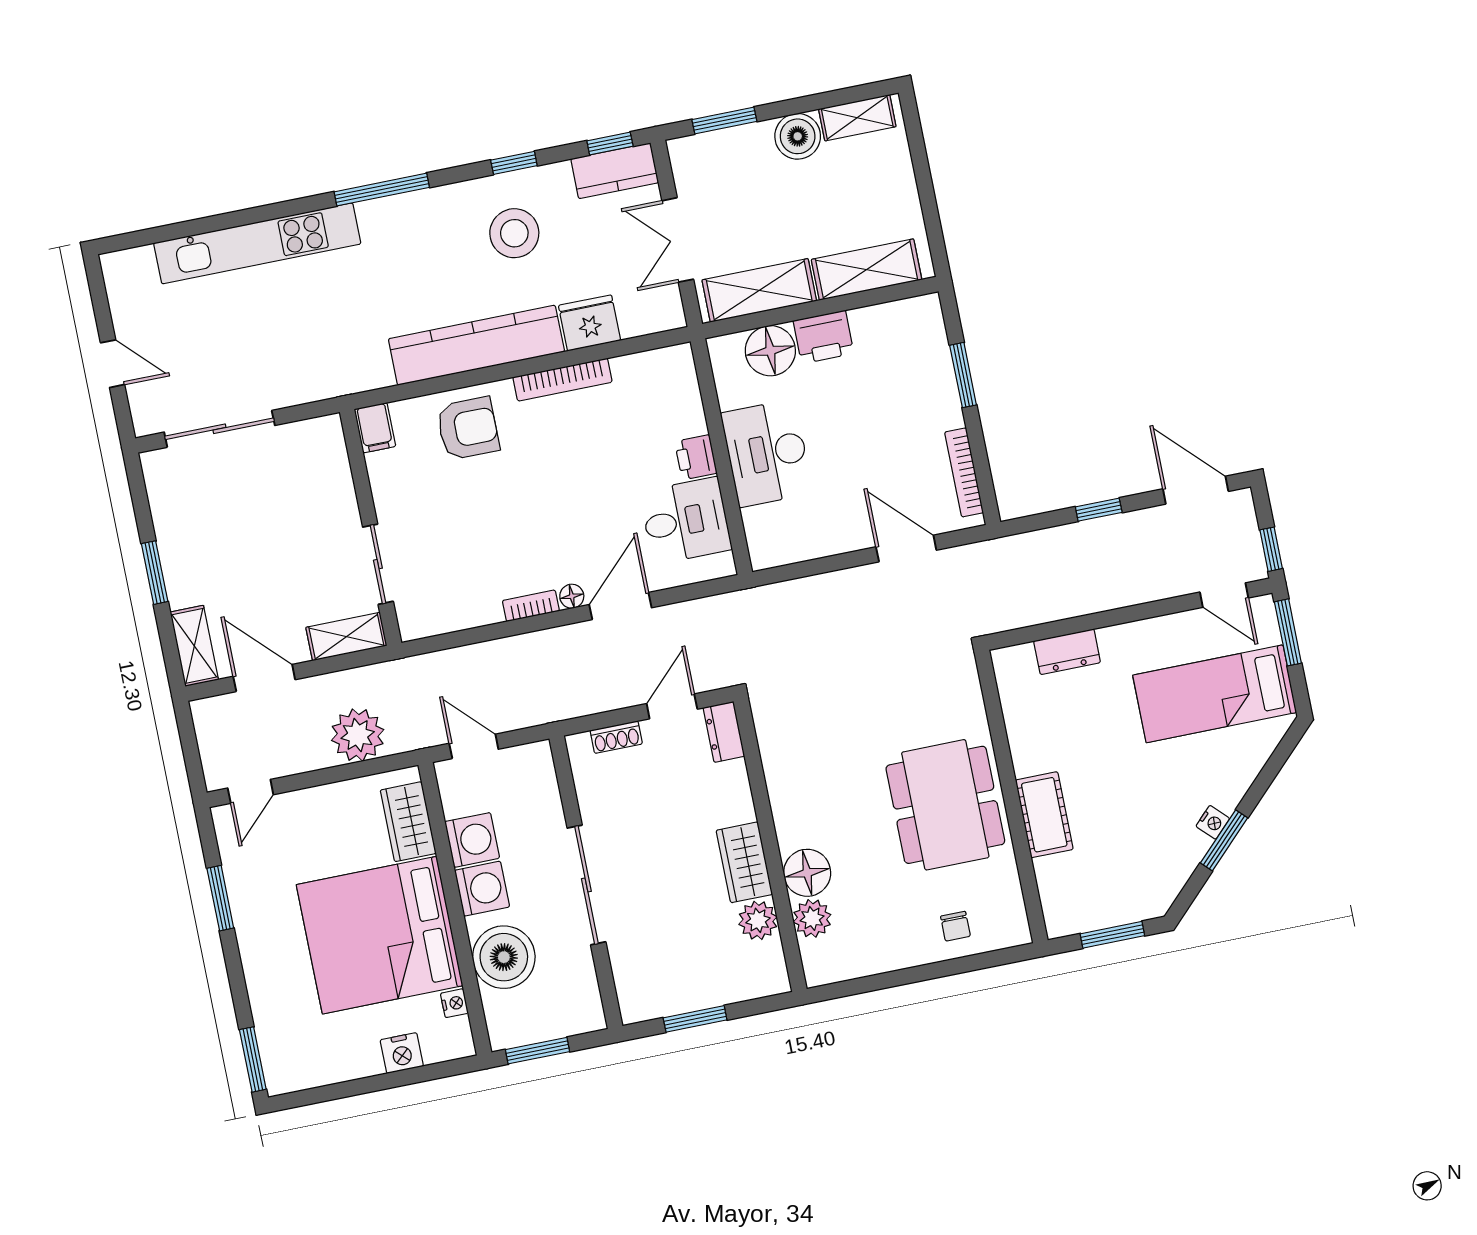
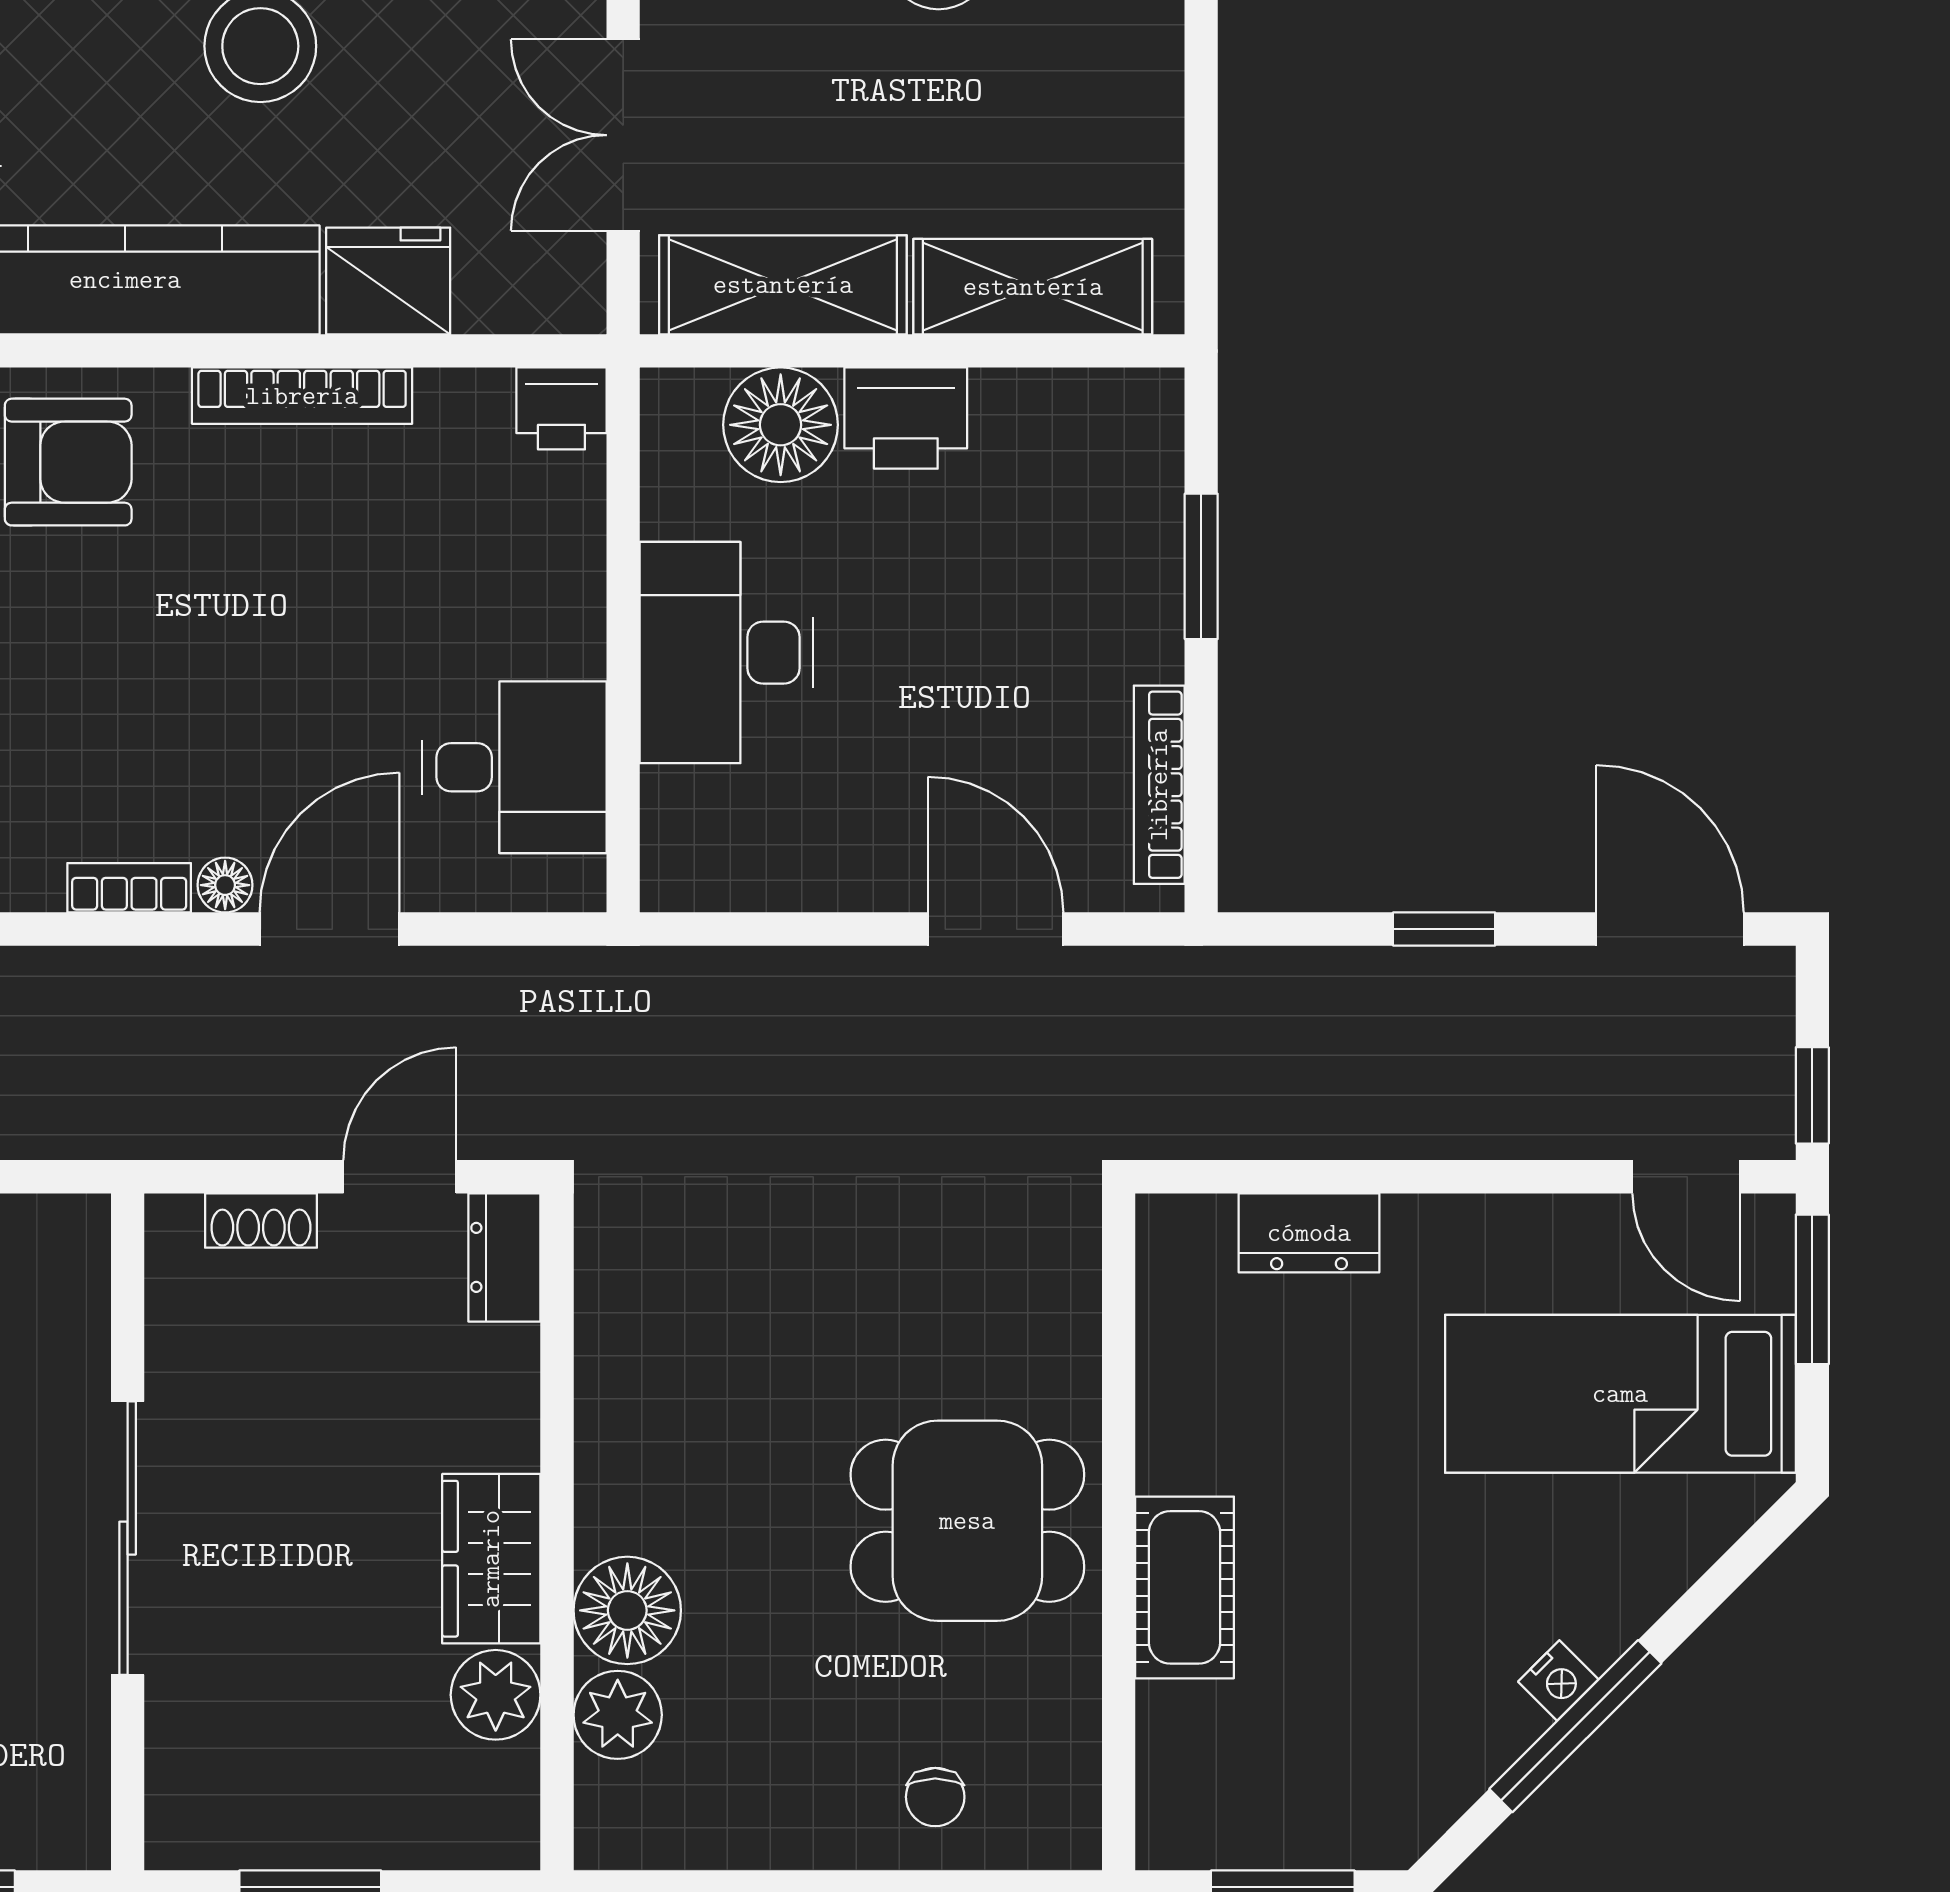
printer: (696, 457) -> (561, 408), moved, turned -90
dining table: (945, 805) -> (967, 1521), width x0.73
window: (1224, 840) -> (1575, 1726), width x1.44

